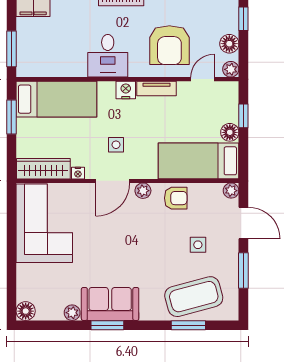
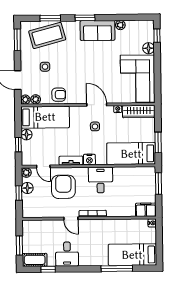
window: (243, 19) -> (19, 193), moved
door: (202, 79) -> (43, 166), hinge flipped
door: (113, 181) -> (97, 105), hinge flipped
plant: (143, 191) -> (36, 99), moved
armchair: (176, 198) -> (59, 95), turned 180
window: (243, 271) -> (17, 40), moved
window: (11, 294) -> (157, 36), added
floor lamp: (26, 311) -> (149, 48), moved
window: (107, 325) -> (85, 18), moved

